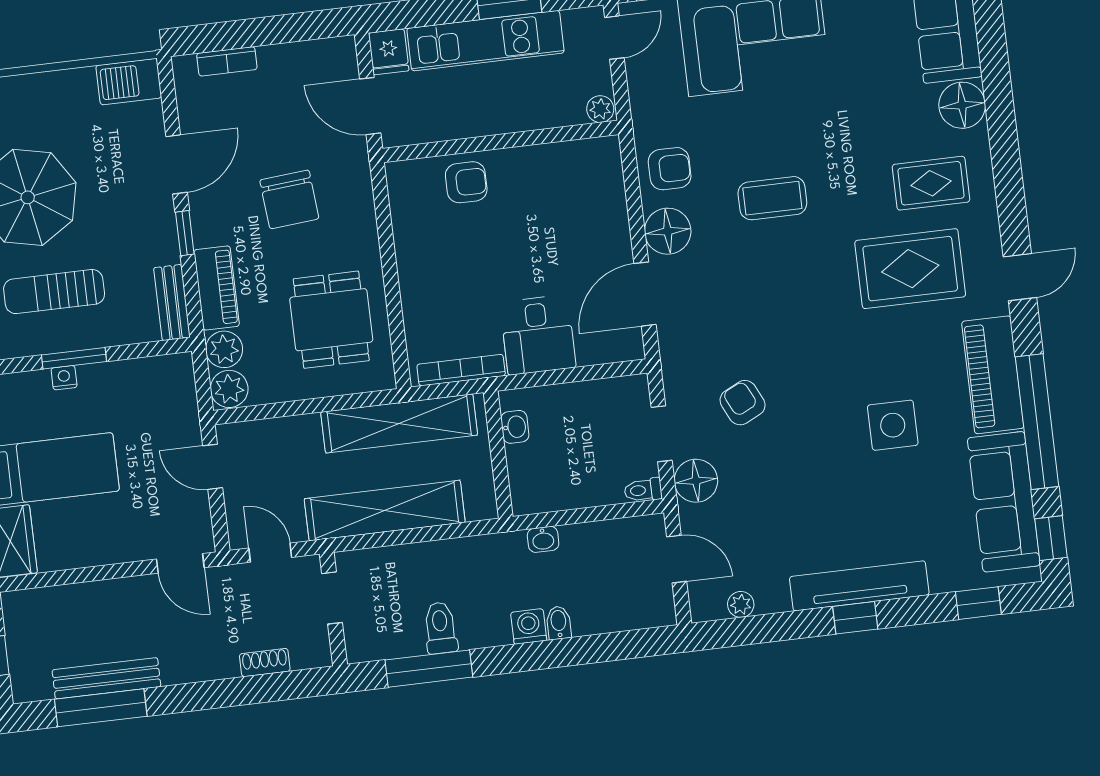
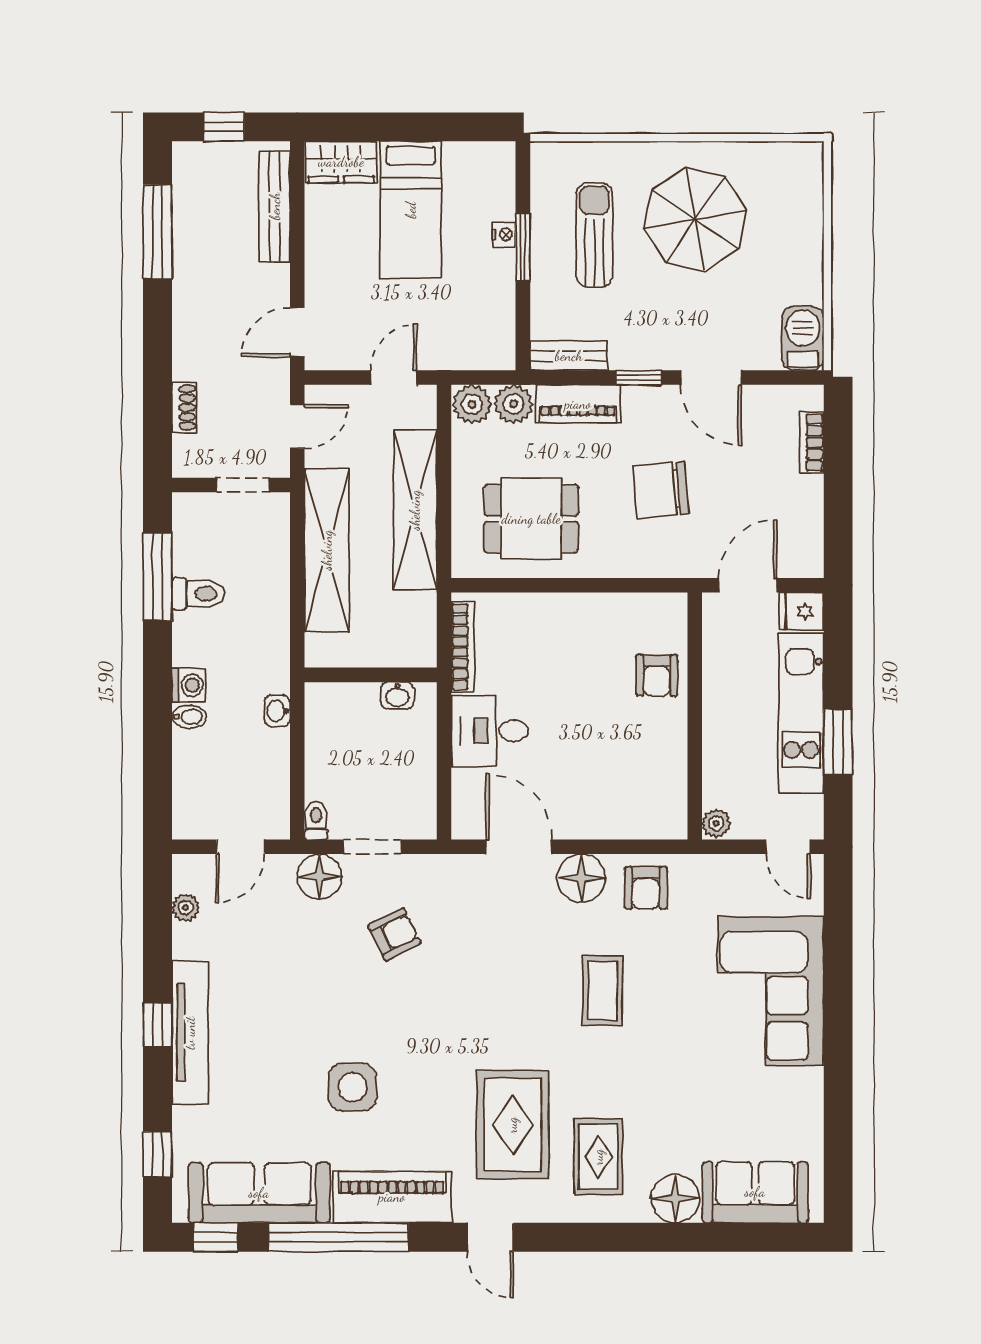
shelving: (399, 423) -> (415, 510), moved
bench: (106, 678) -> (275, 206), moved

